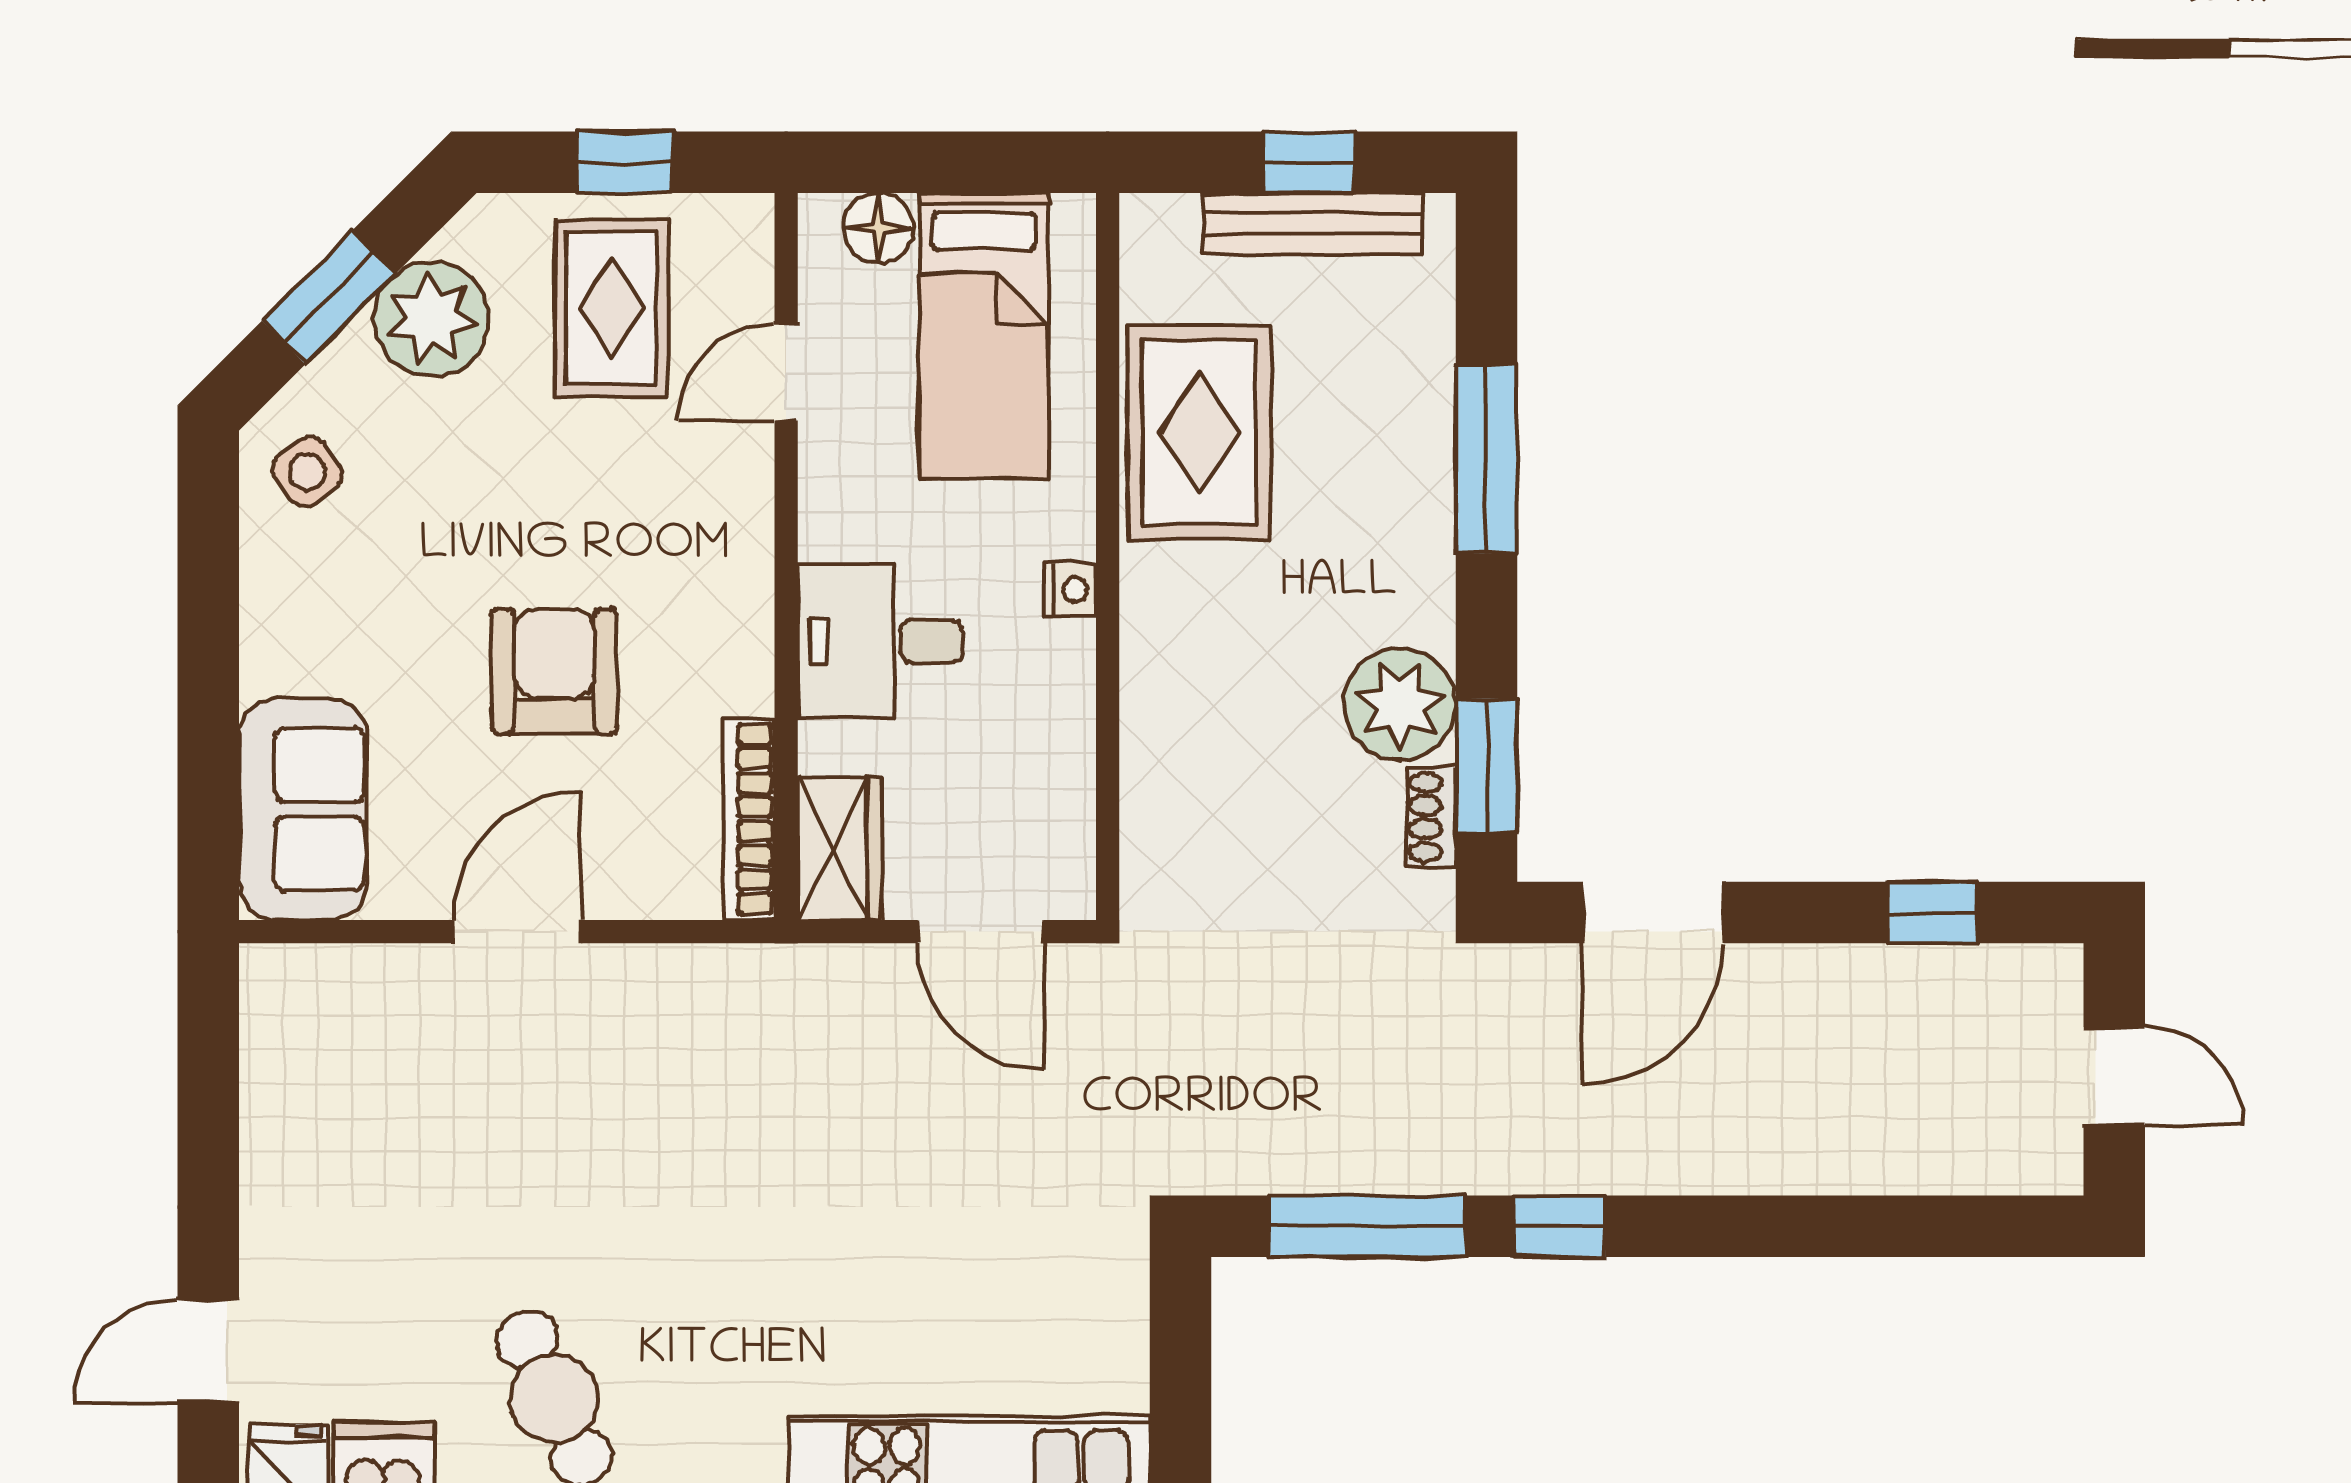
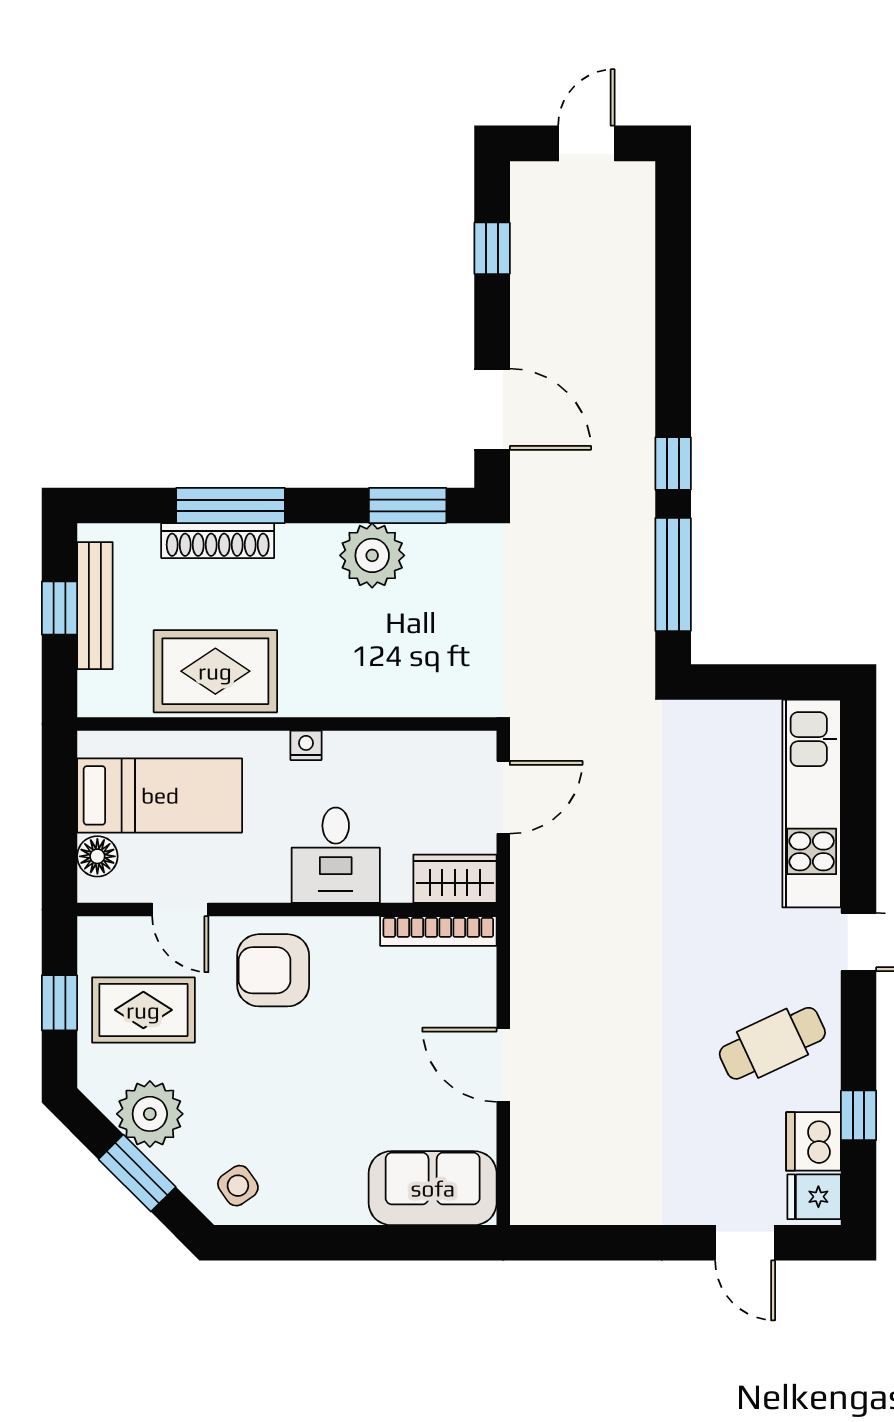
armchair: (554, 671) -> (273, 970), moved
shoe rack: (1431, 817) -> (218, 541), moved, width x1.94, depth x1.24

